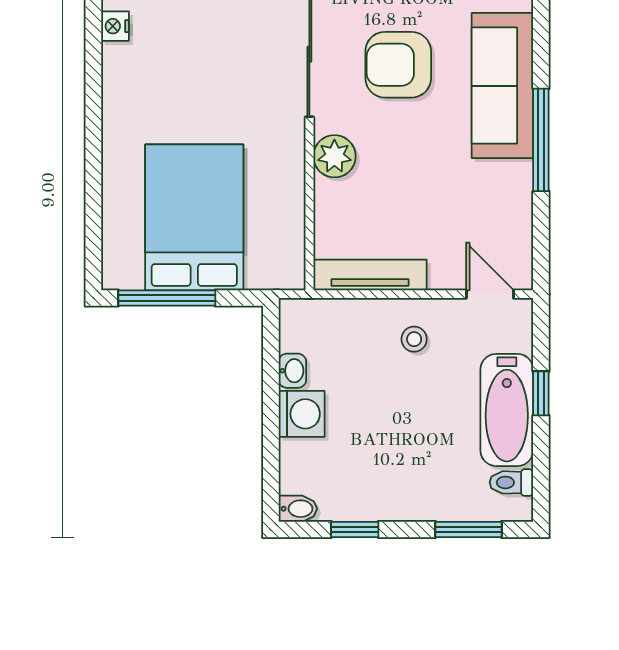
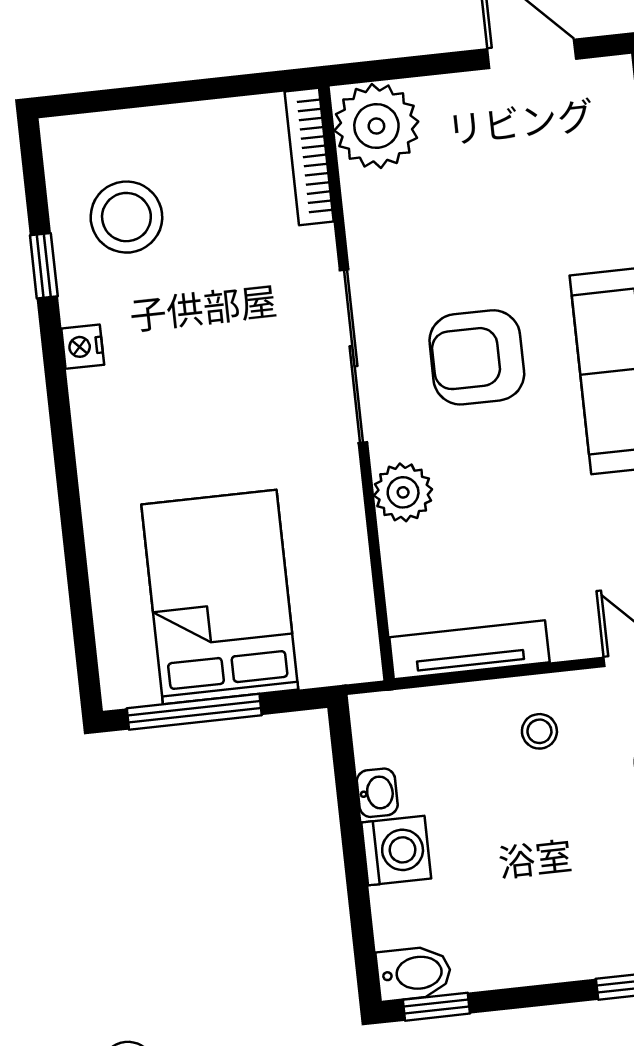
bidet: (298, 509) -> (414, 973), width x1.38, depth x1.36
window: (355, 530) -> (436, 1007), moved

